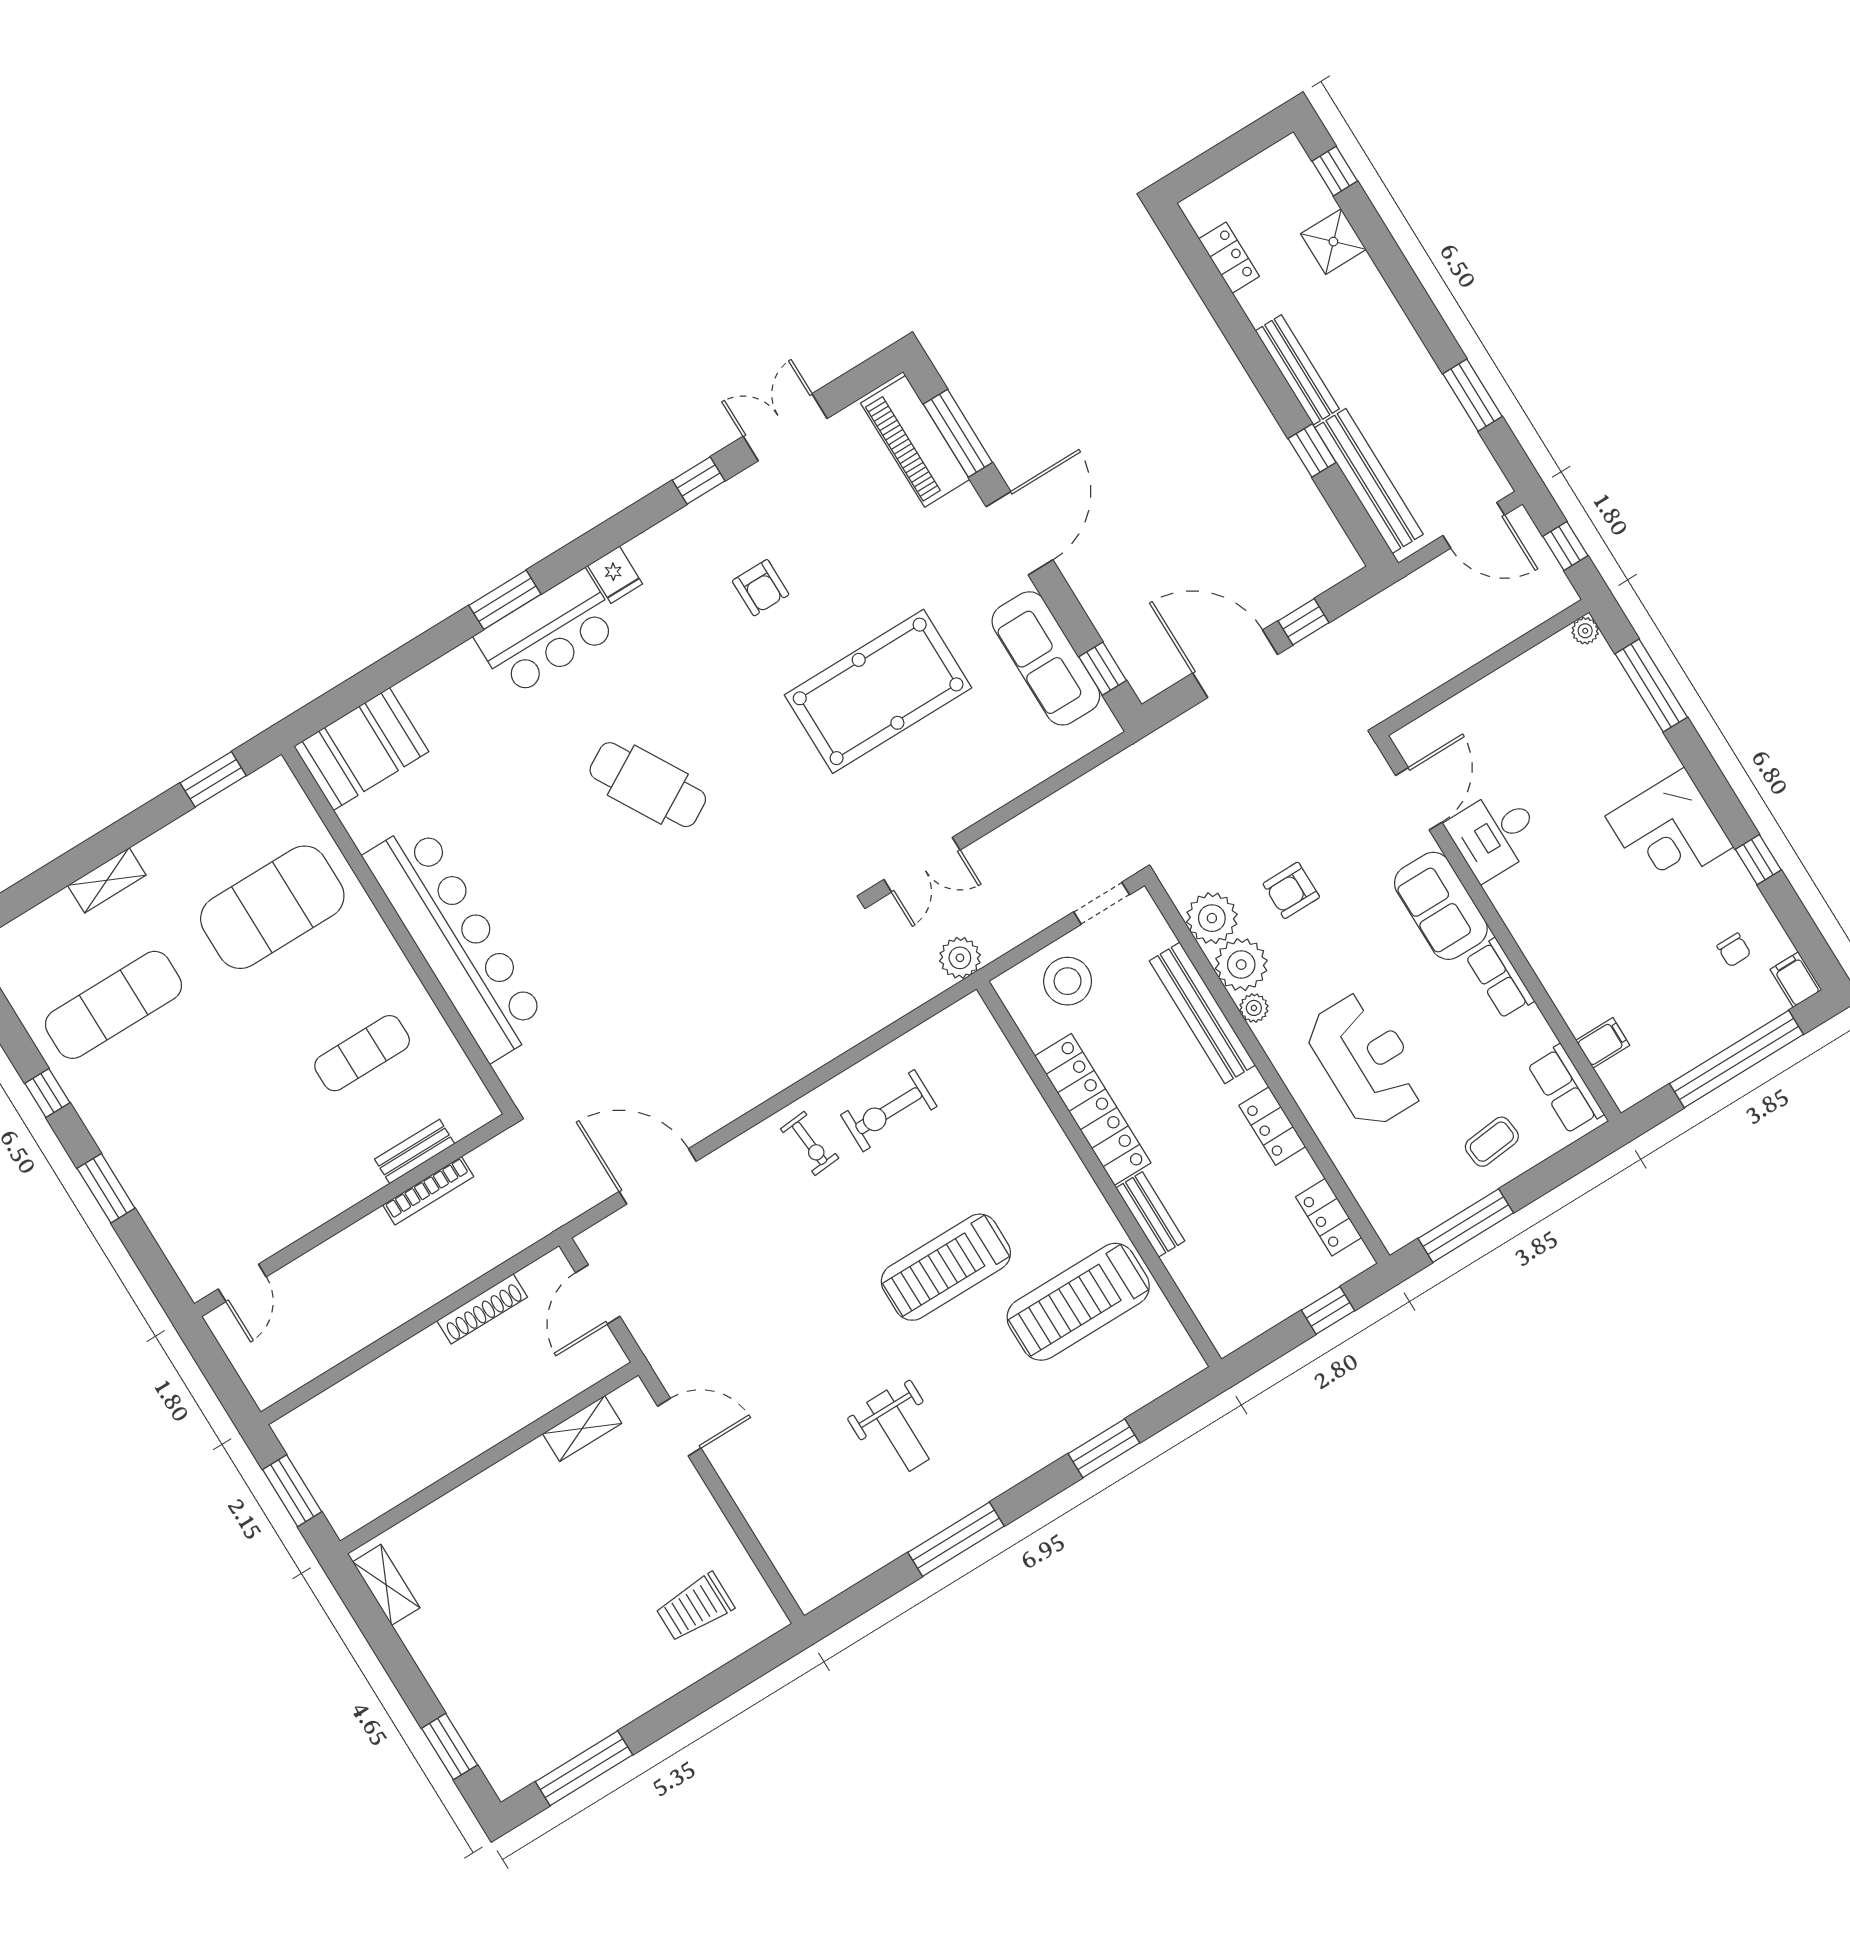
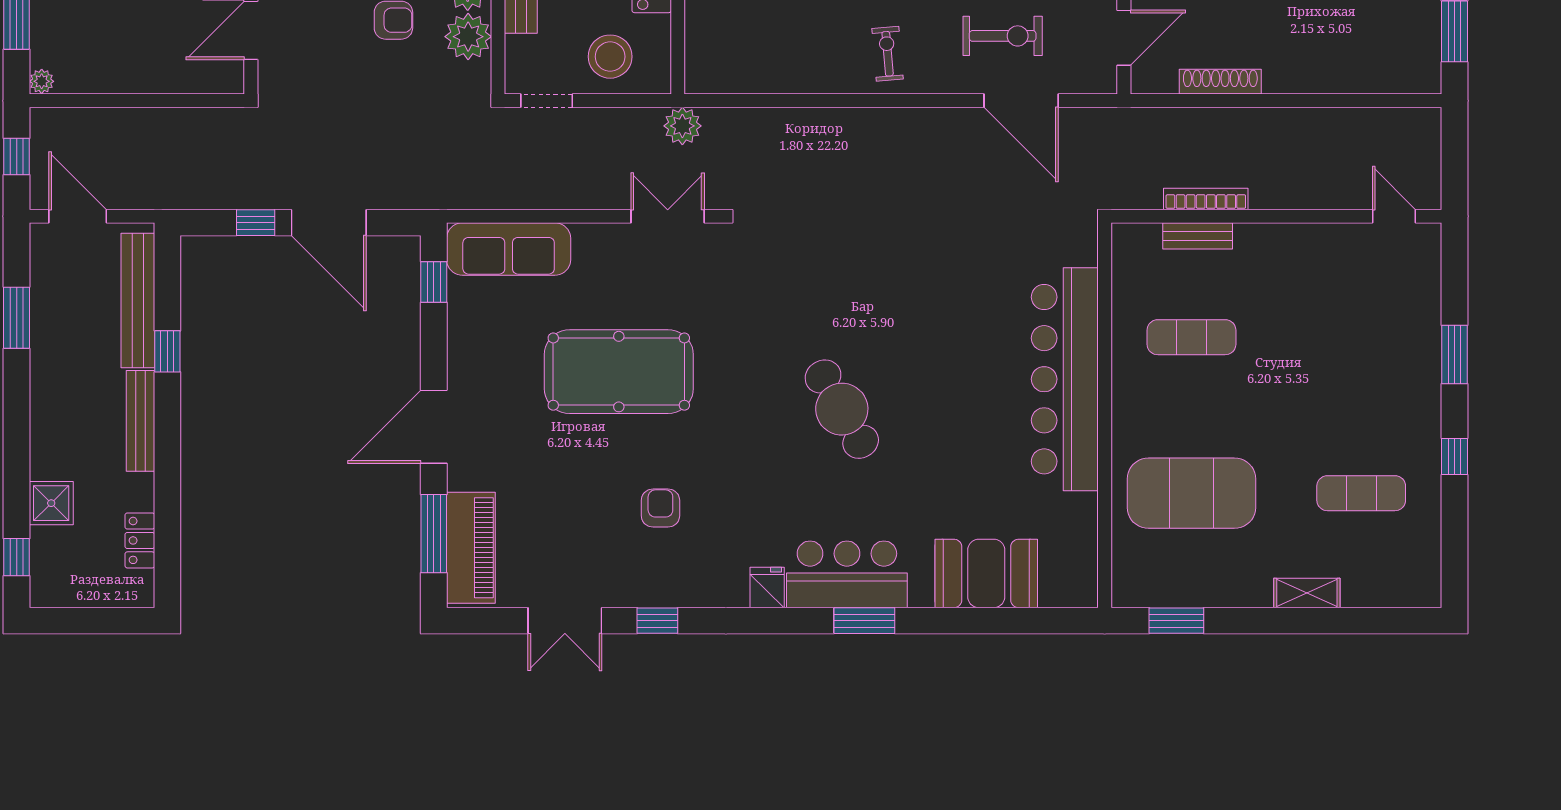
sofa: (1046, 658) -> (509, 249), moved, turned 90
booth: (361, 749) -> (986, 573), moved
exercise mat: (113, 1005) -> (1361, 493), width x0.73, depth x0.69
exercise bike: (889, 1111) -> (1003, 36), moved
door: (242, 1283) -> (1394, 216), hinge flipped

